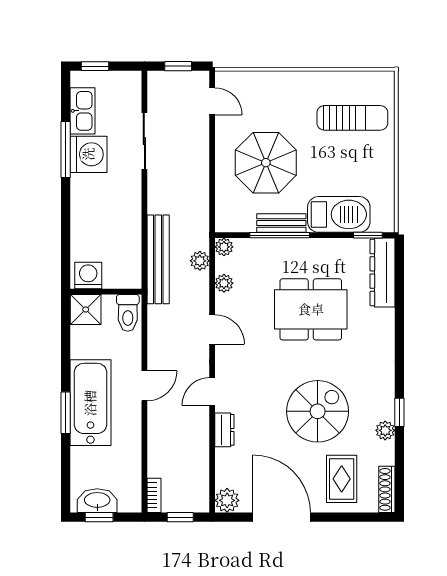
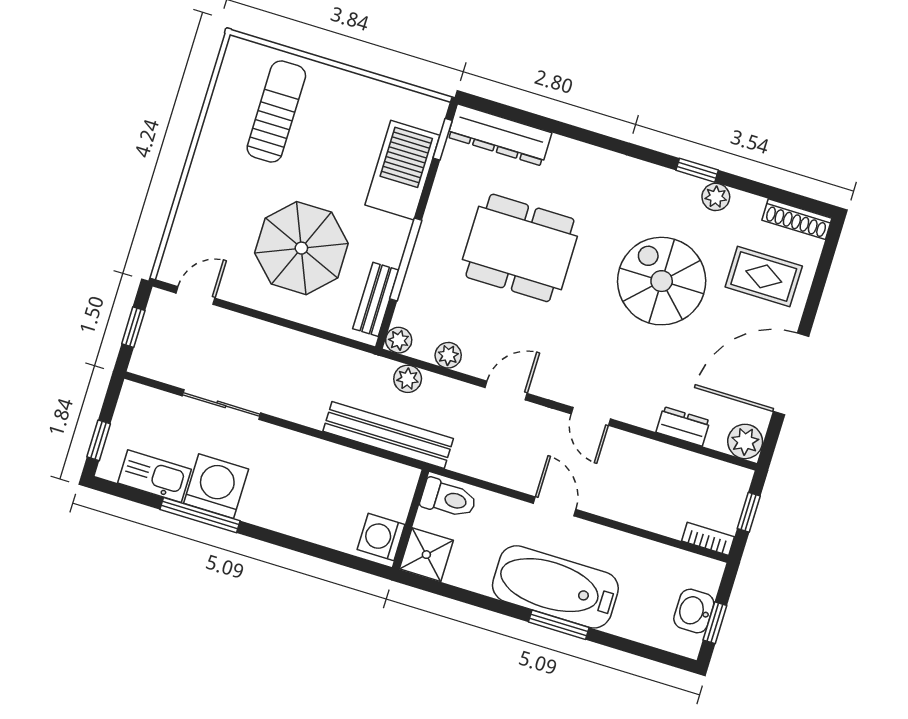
bench: (281, 223) -> (376, 299), moved
dining table: (311, 309) -> (520, 248), turned 90
dresser: (224, 430) -> (683, 426), moved
washbasin: (97, 501) -> (694, 611), width x0.72

